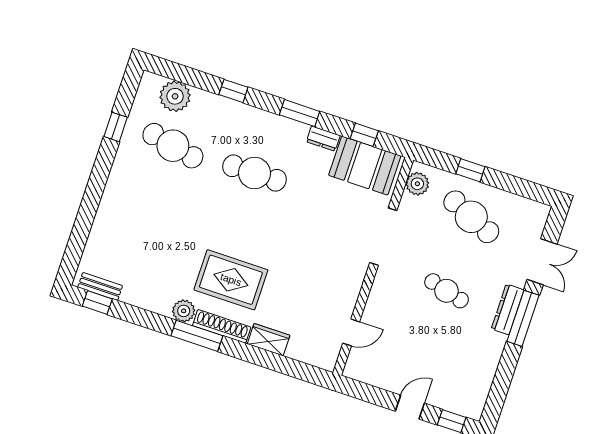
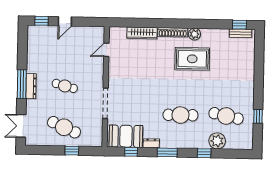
plant: (175, 96) -> (217, 141), moved
plant: (417, 184) -> (96, 135), removed
double door: (542, 262) -> (21, 126), moved
rug: (231, 280) -> (192, 59), moved
window: (197, 336) -> (184, 24), removed
wardrobe: (269, 340) -> (142, 33), width x1.50

